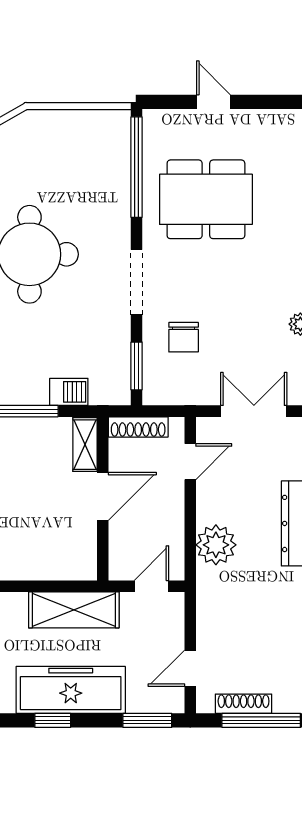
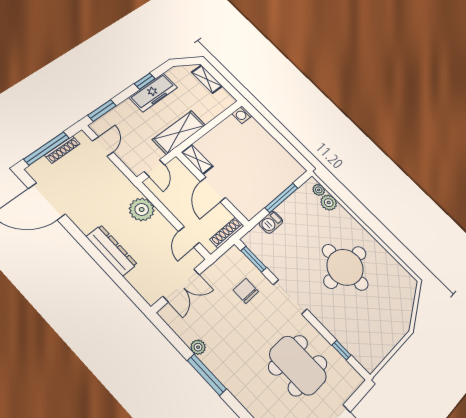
window: (137, 167) -> (341, 350), width x0.32
dining table: (206, 199) -> (298, 365), turned 90
shelving: (85, 445) -> (197, 159), moved
freezer: (71, 690) -> (153, 92), width x0.73, depth x0.79

